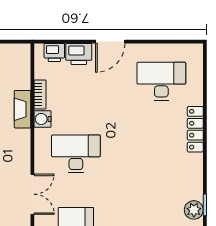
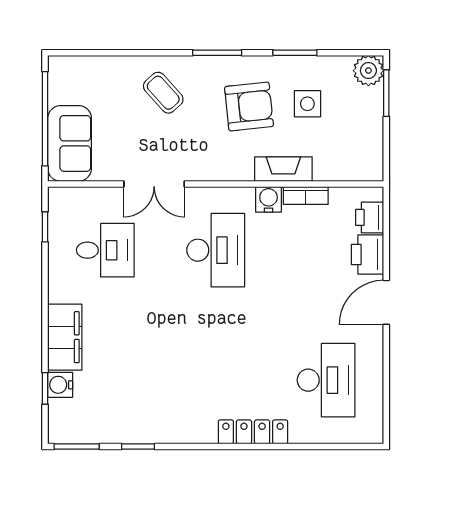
door: (110, 42) -> (386, 302), hinge flipped
plant: (194, 210) -> (130, 430), removed

